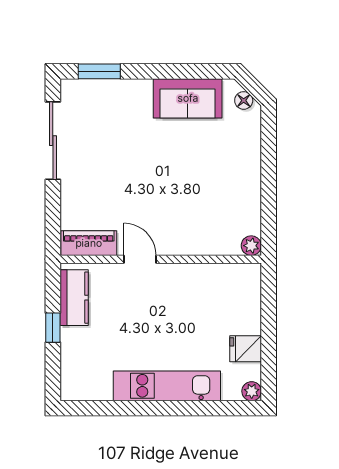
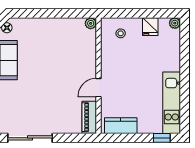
stool: (234, 297) -> (121, 33), added
window: (53, 328) -> (162, 138), moved
kitchen unit: (167, 386) -> (172, 103), moved

